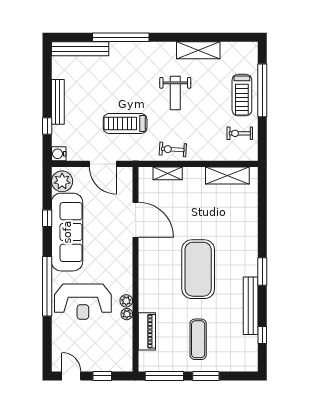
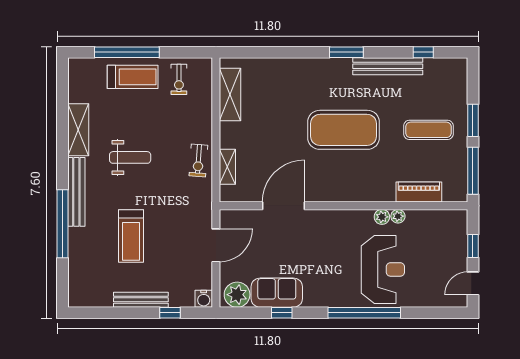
bench: (80, 49) -> (76, 192), moved
treadmill: (125, 124) -> (131, 236), moved
sofa: (67, 232) -> (277, 293), width x0.54, depth x0.79

